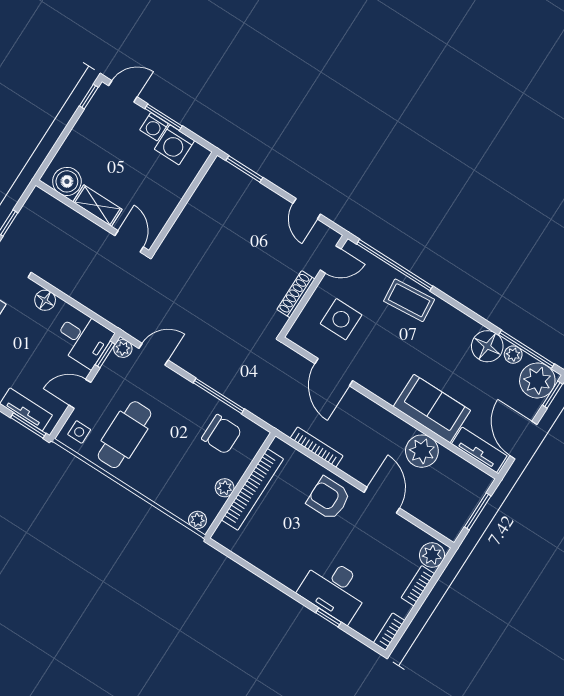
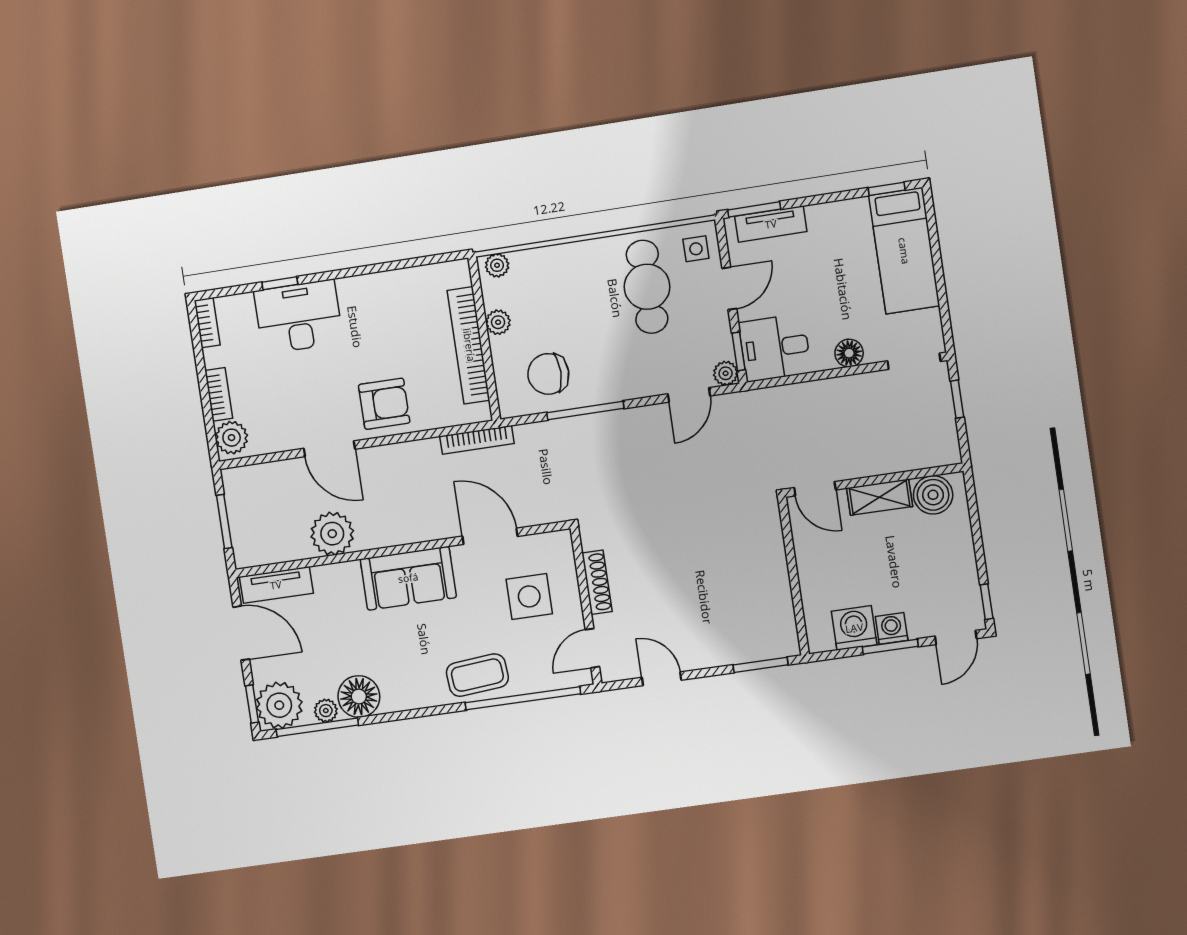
sofa: (432, 409) -> (408, 578), moved
bookcase: (317, 447) -> (477, 440), moved

